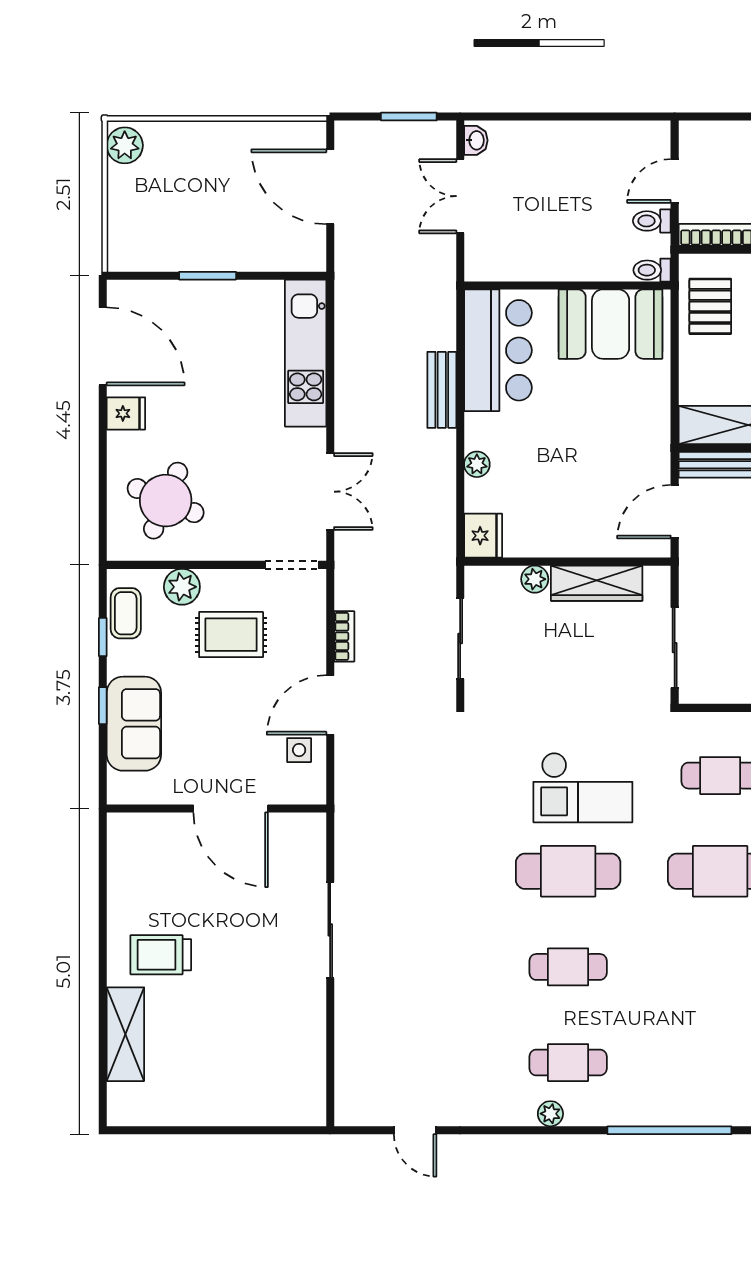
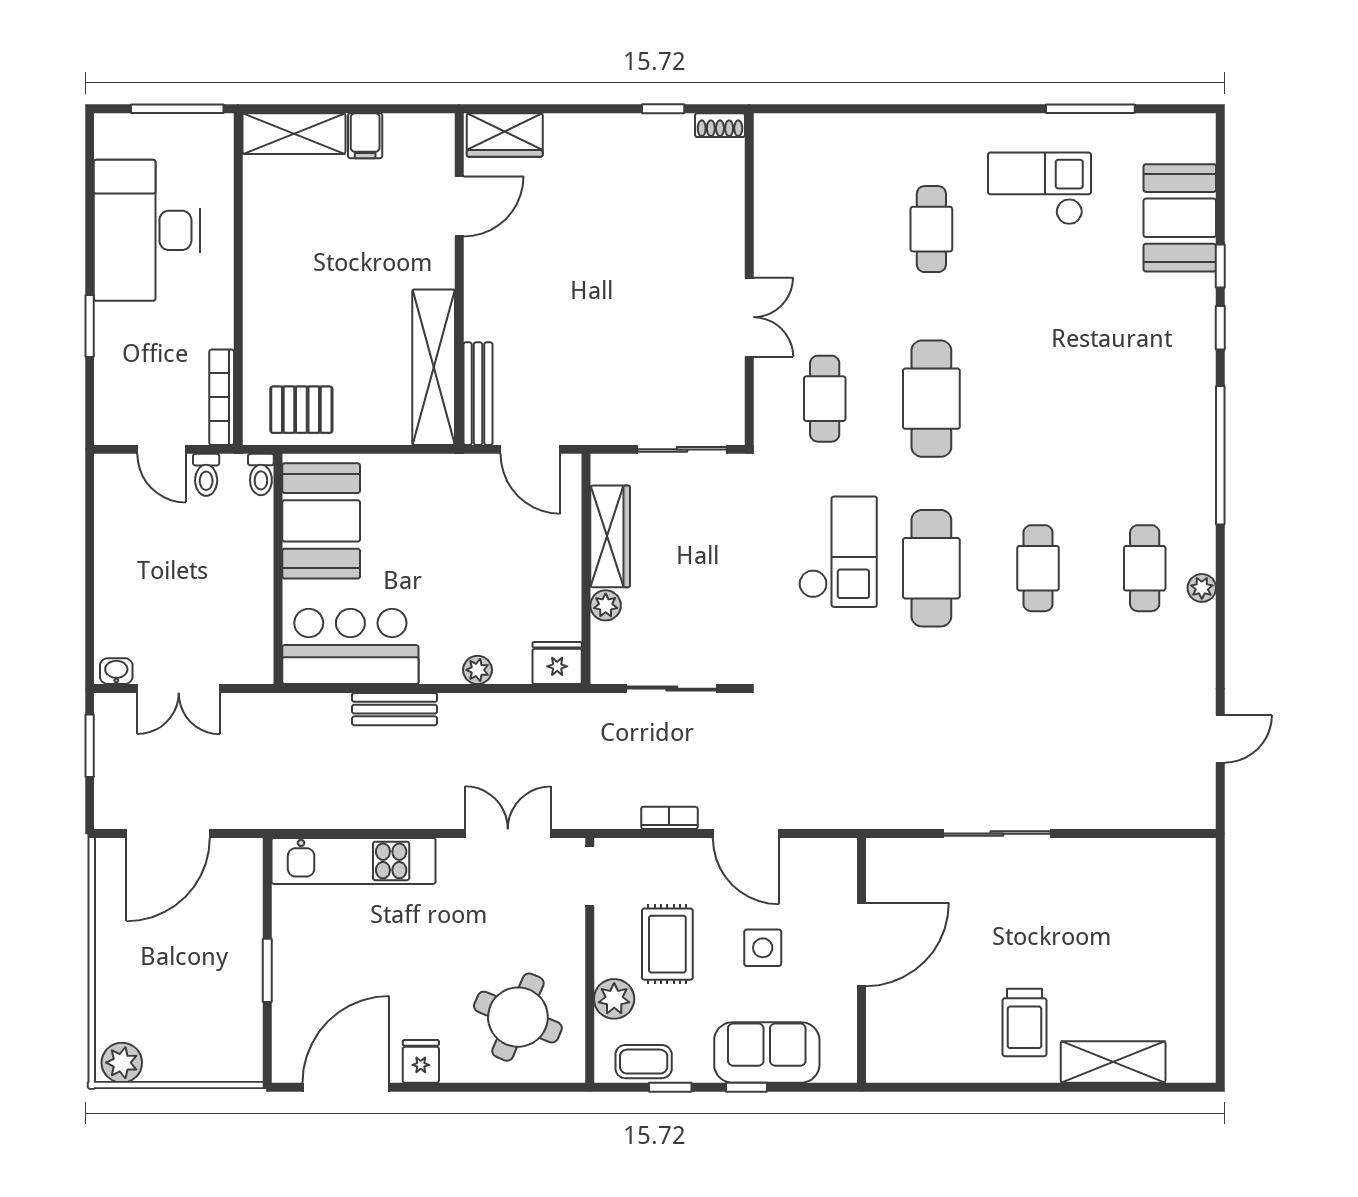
side table: (299, 750) -> (763, 948), moved, width x1.37, depth x1.37

